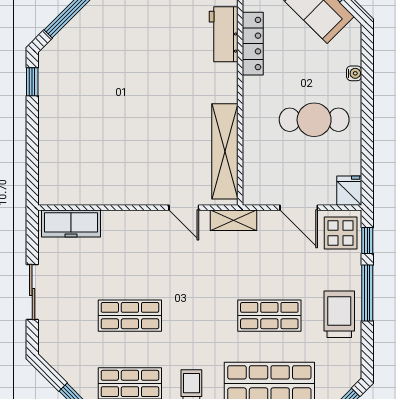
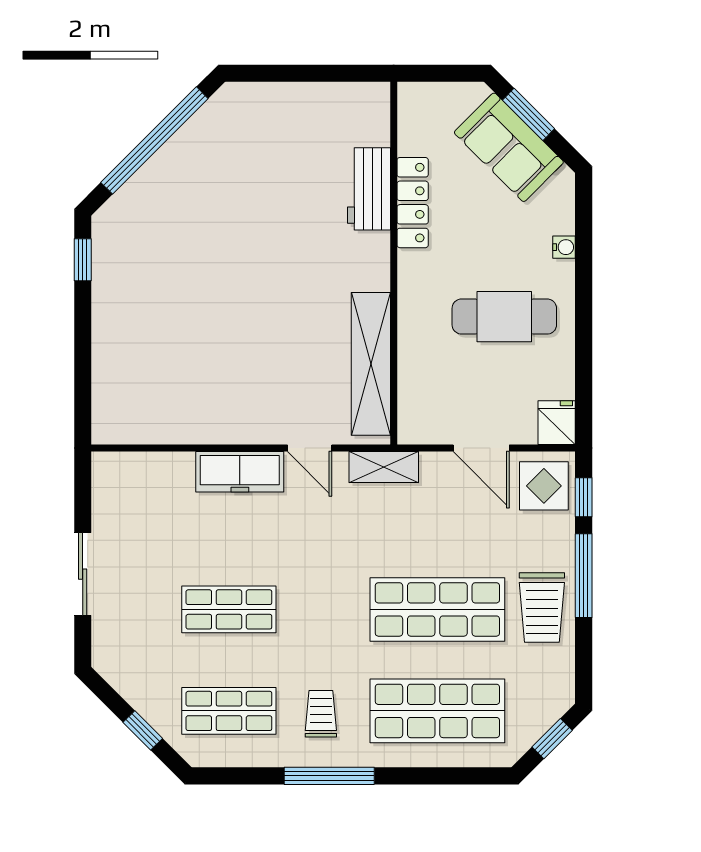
freezer: (71, 224) -> (240, 472), moved
trolley: (339, 314) -> (542, 607), turned 180
shop shelf: (269, 316) -> (437, 609), width x1.43, depth x1.36

